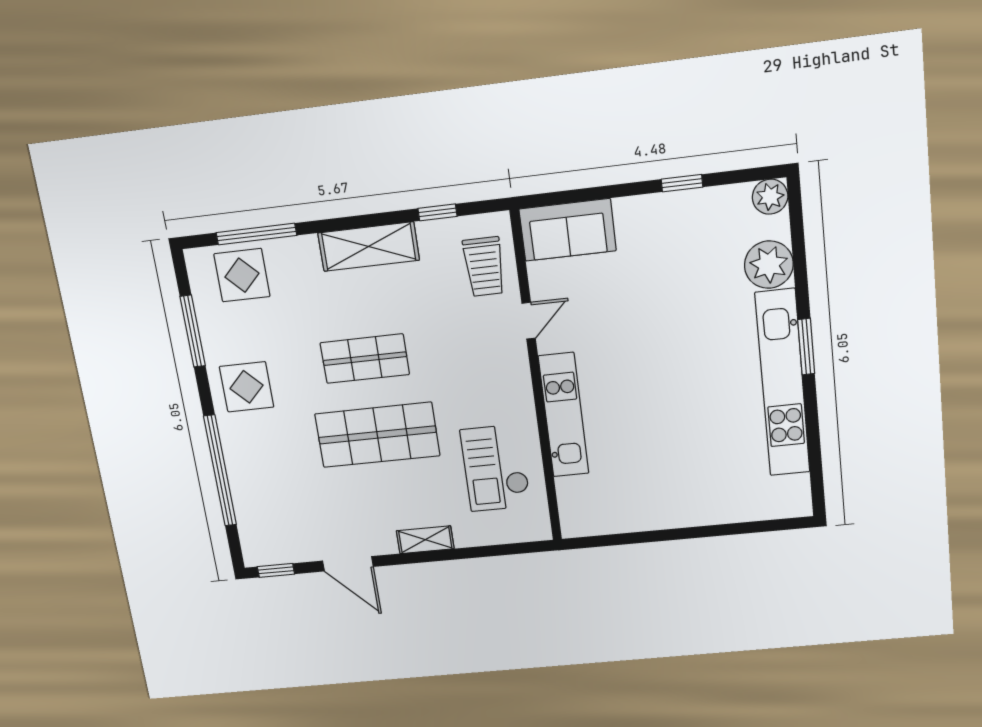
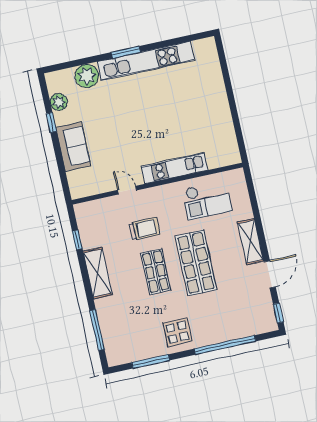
plant: (770, 197) -> (59, 102), moved
sofa: (568, 230) -> (73, 147), moved
trolley: (484, 267) -> (145, 229), moved
display table: (242, 275) -> (119, 337), removed
shelving: (425, 540) -> (250, 242), width x1.50, depth x1.33

